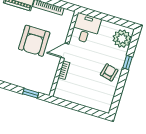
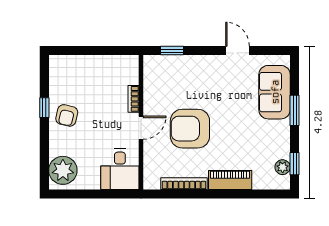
armchair: (34, 41) -> (190, 129), turned -90
window: (127, 63) -> (44, 108), moved

